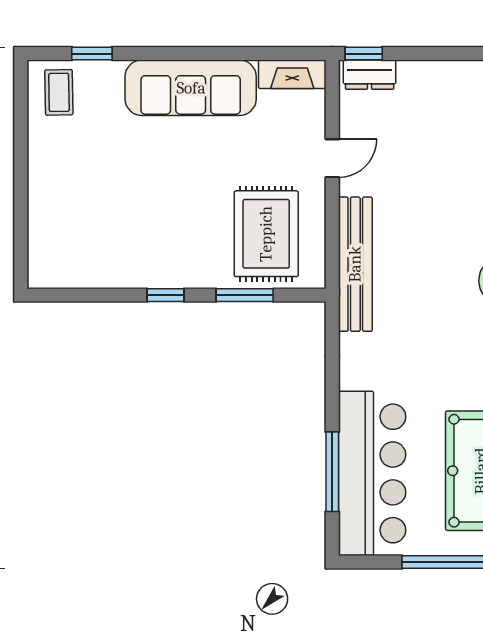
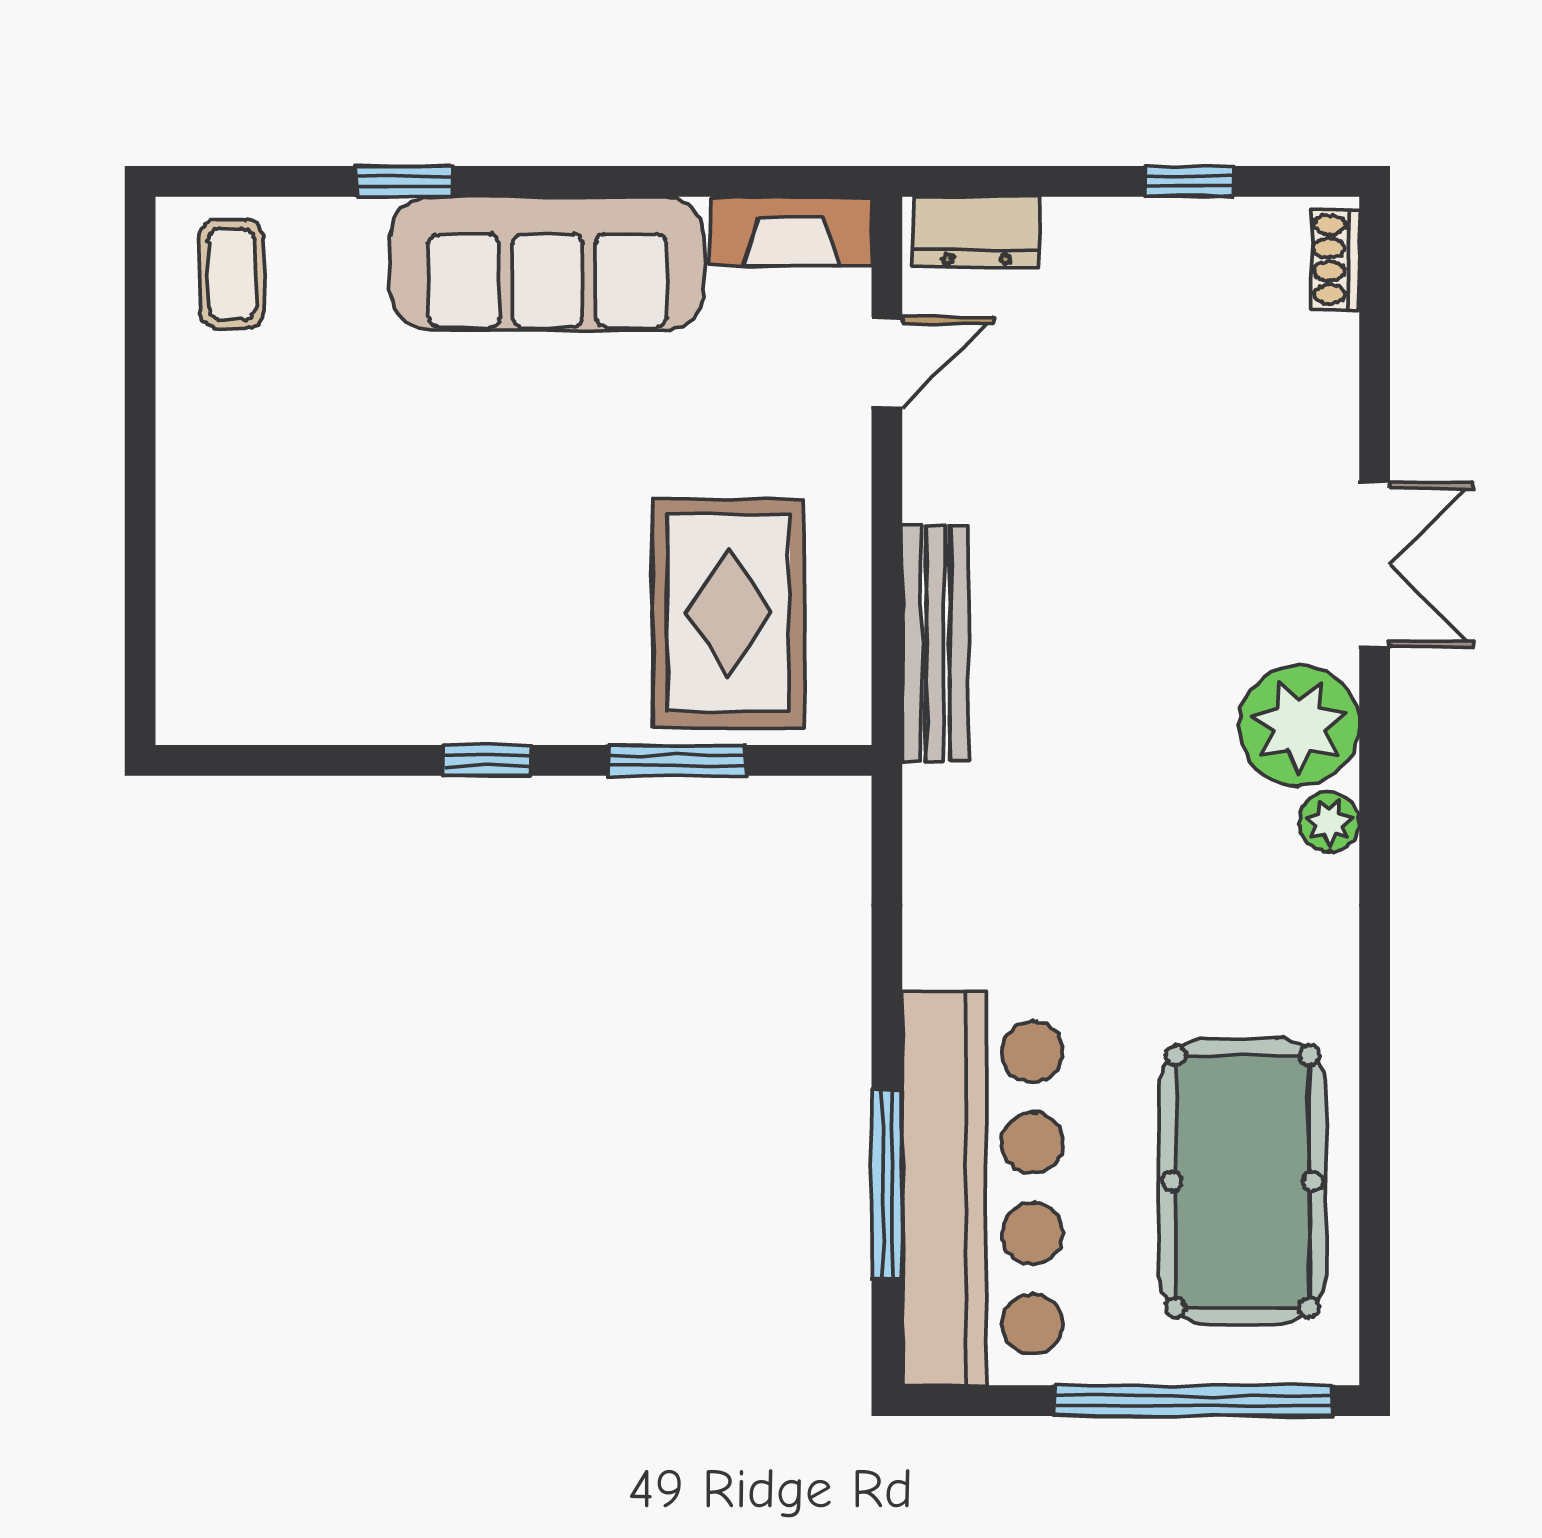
window: (92, 54) -> (404, 181), moved
window: (364, 54) -> (1190, 181), moved
door: (332, 158) -> (887, 363), moved
bench: (355, 264) -> (935, 643), width x0.73, depth x0.82

